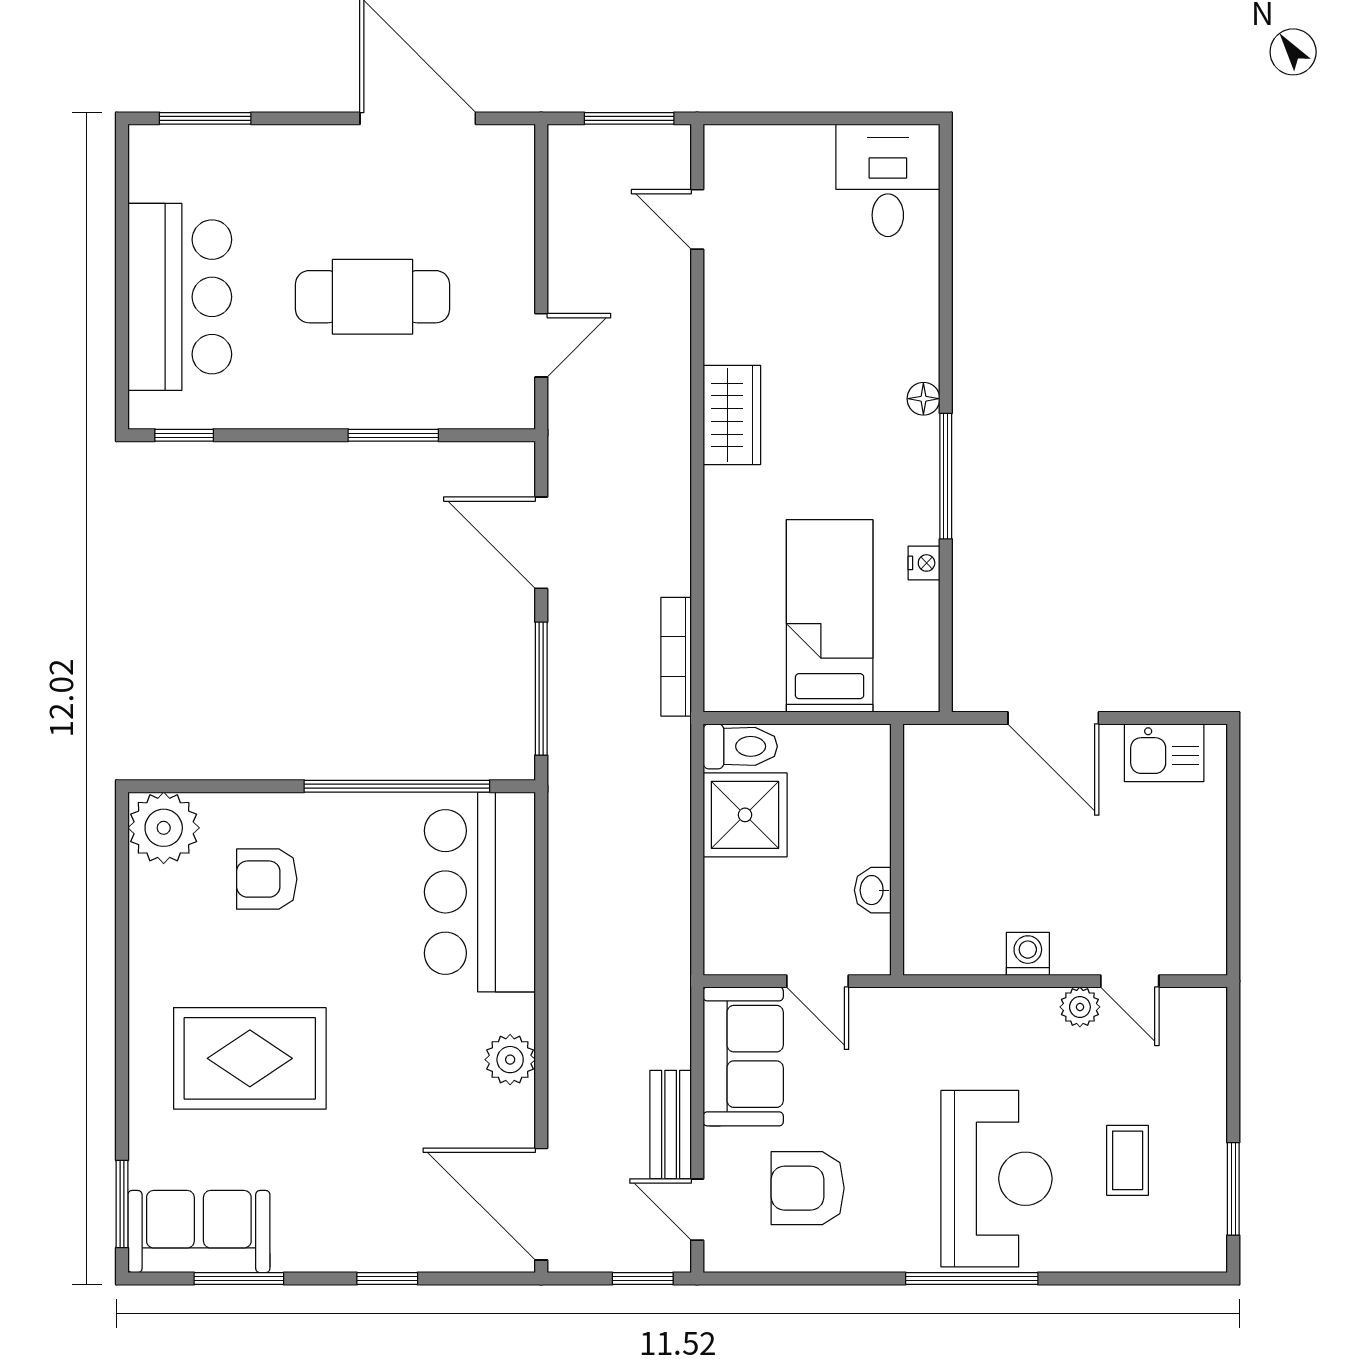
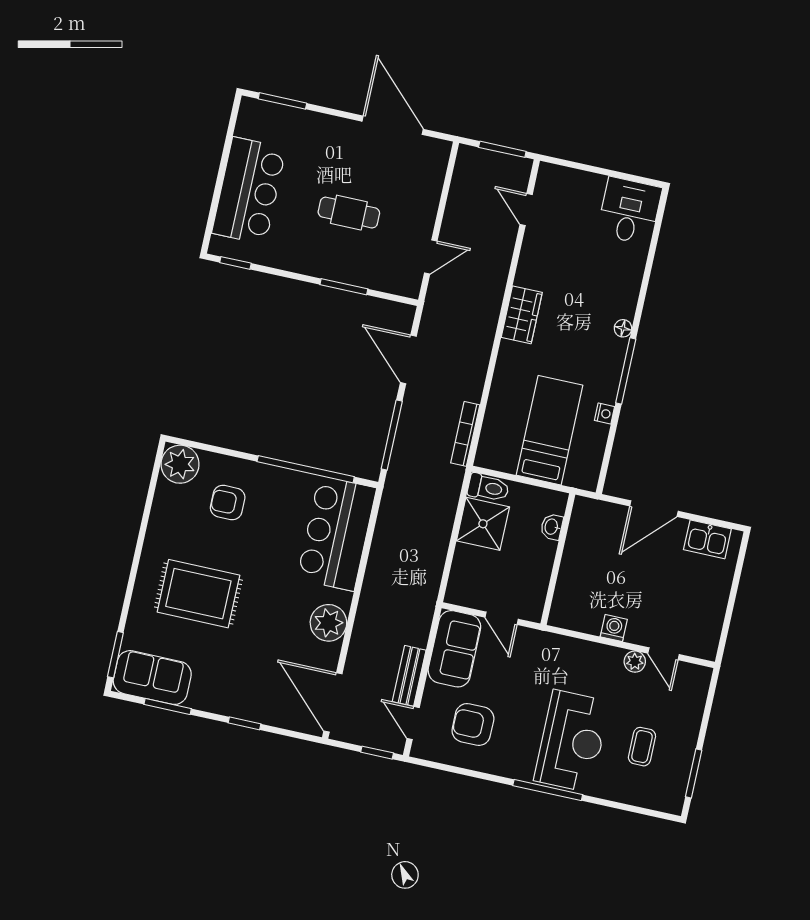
cafe table: (372, 297) -> (349, 213), width x0.73, depth x0.74
door: (1053, 718) -> (654, 509), hinge flipped
washbasin: (873, 890) -> (552, 527), moved
plant: (510, 1060) -> (328, 623), width x1.36, depth x1.36

